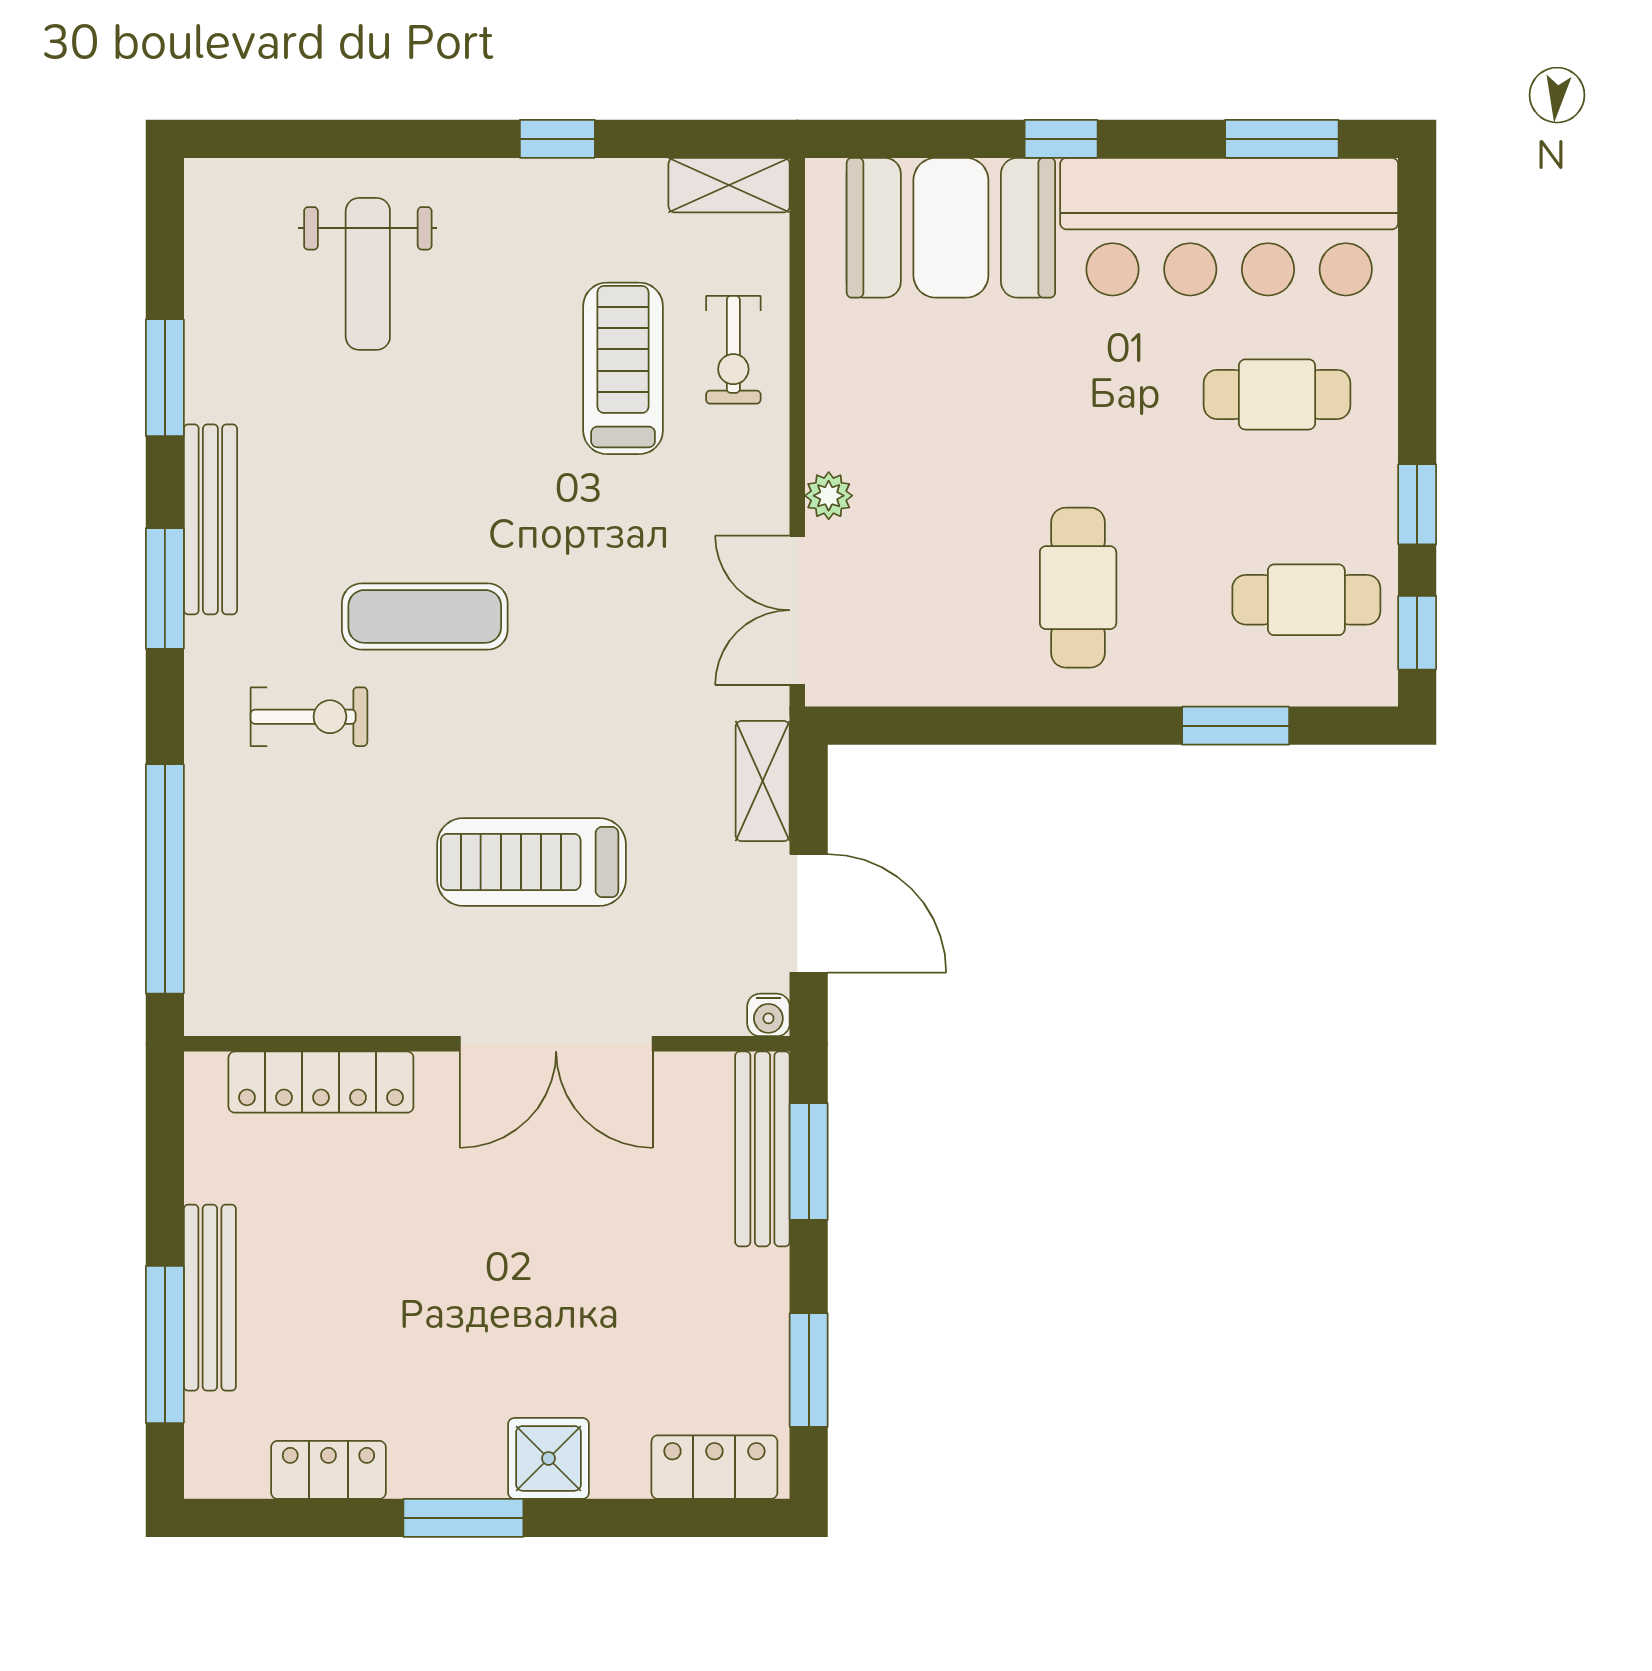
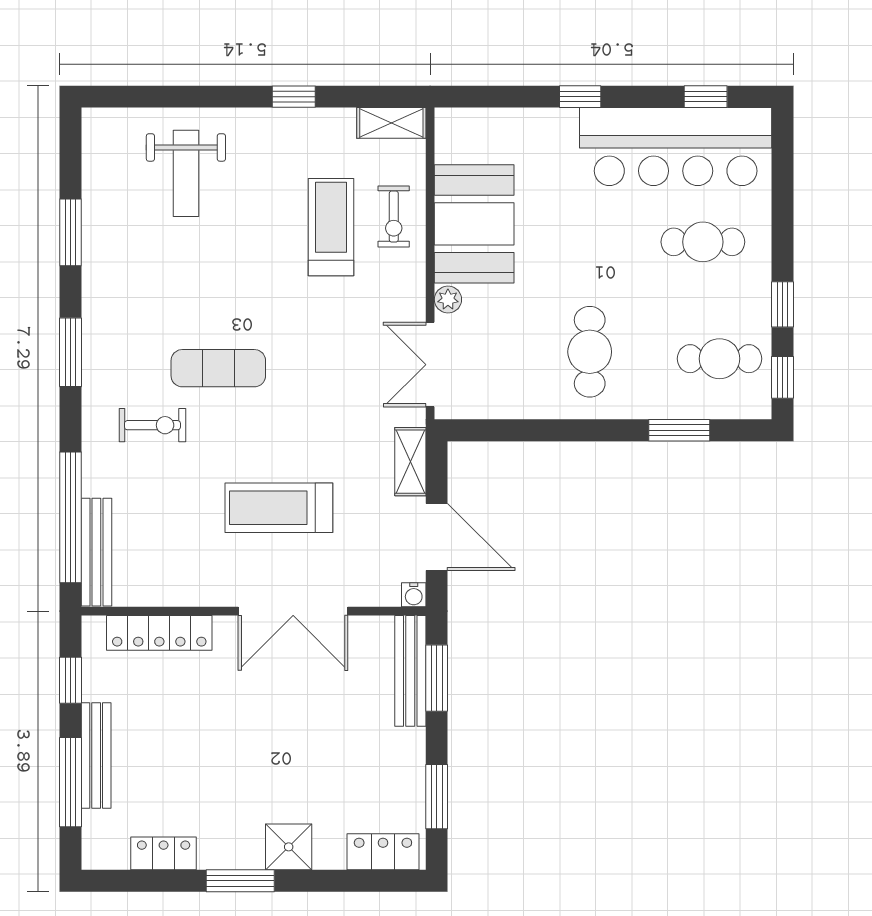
window: (1282, 139) -> (706, 97), width x0.67
booth: (951, 228) -> (474, 224), moved, turned 90
bench: (210, 519) -> (96, 552), moved
window: (165, 1165) -> (70, 680), added

